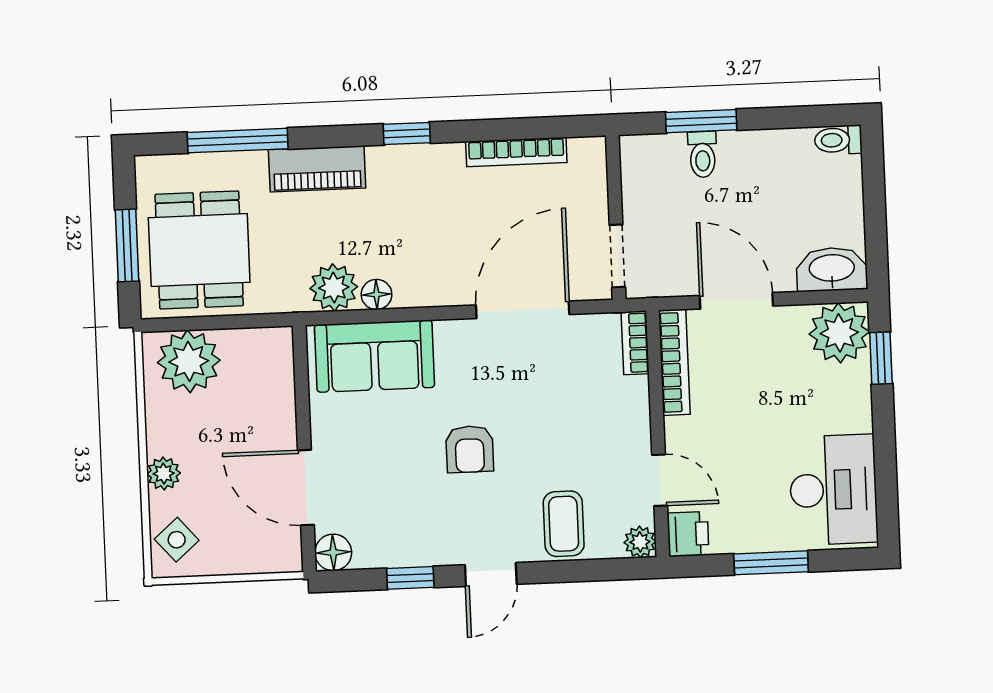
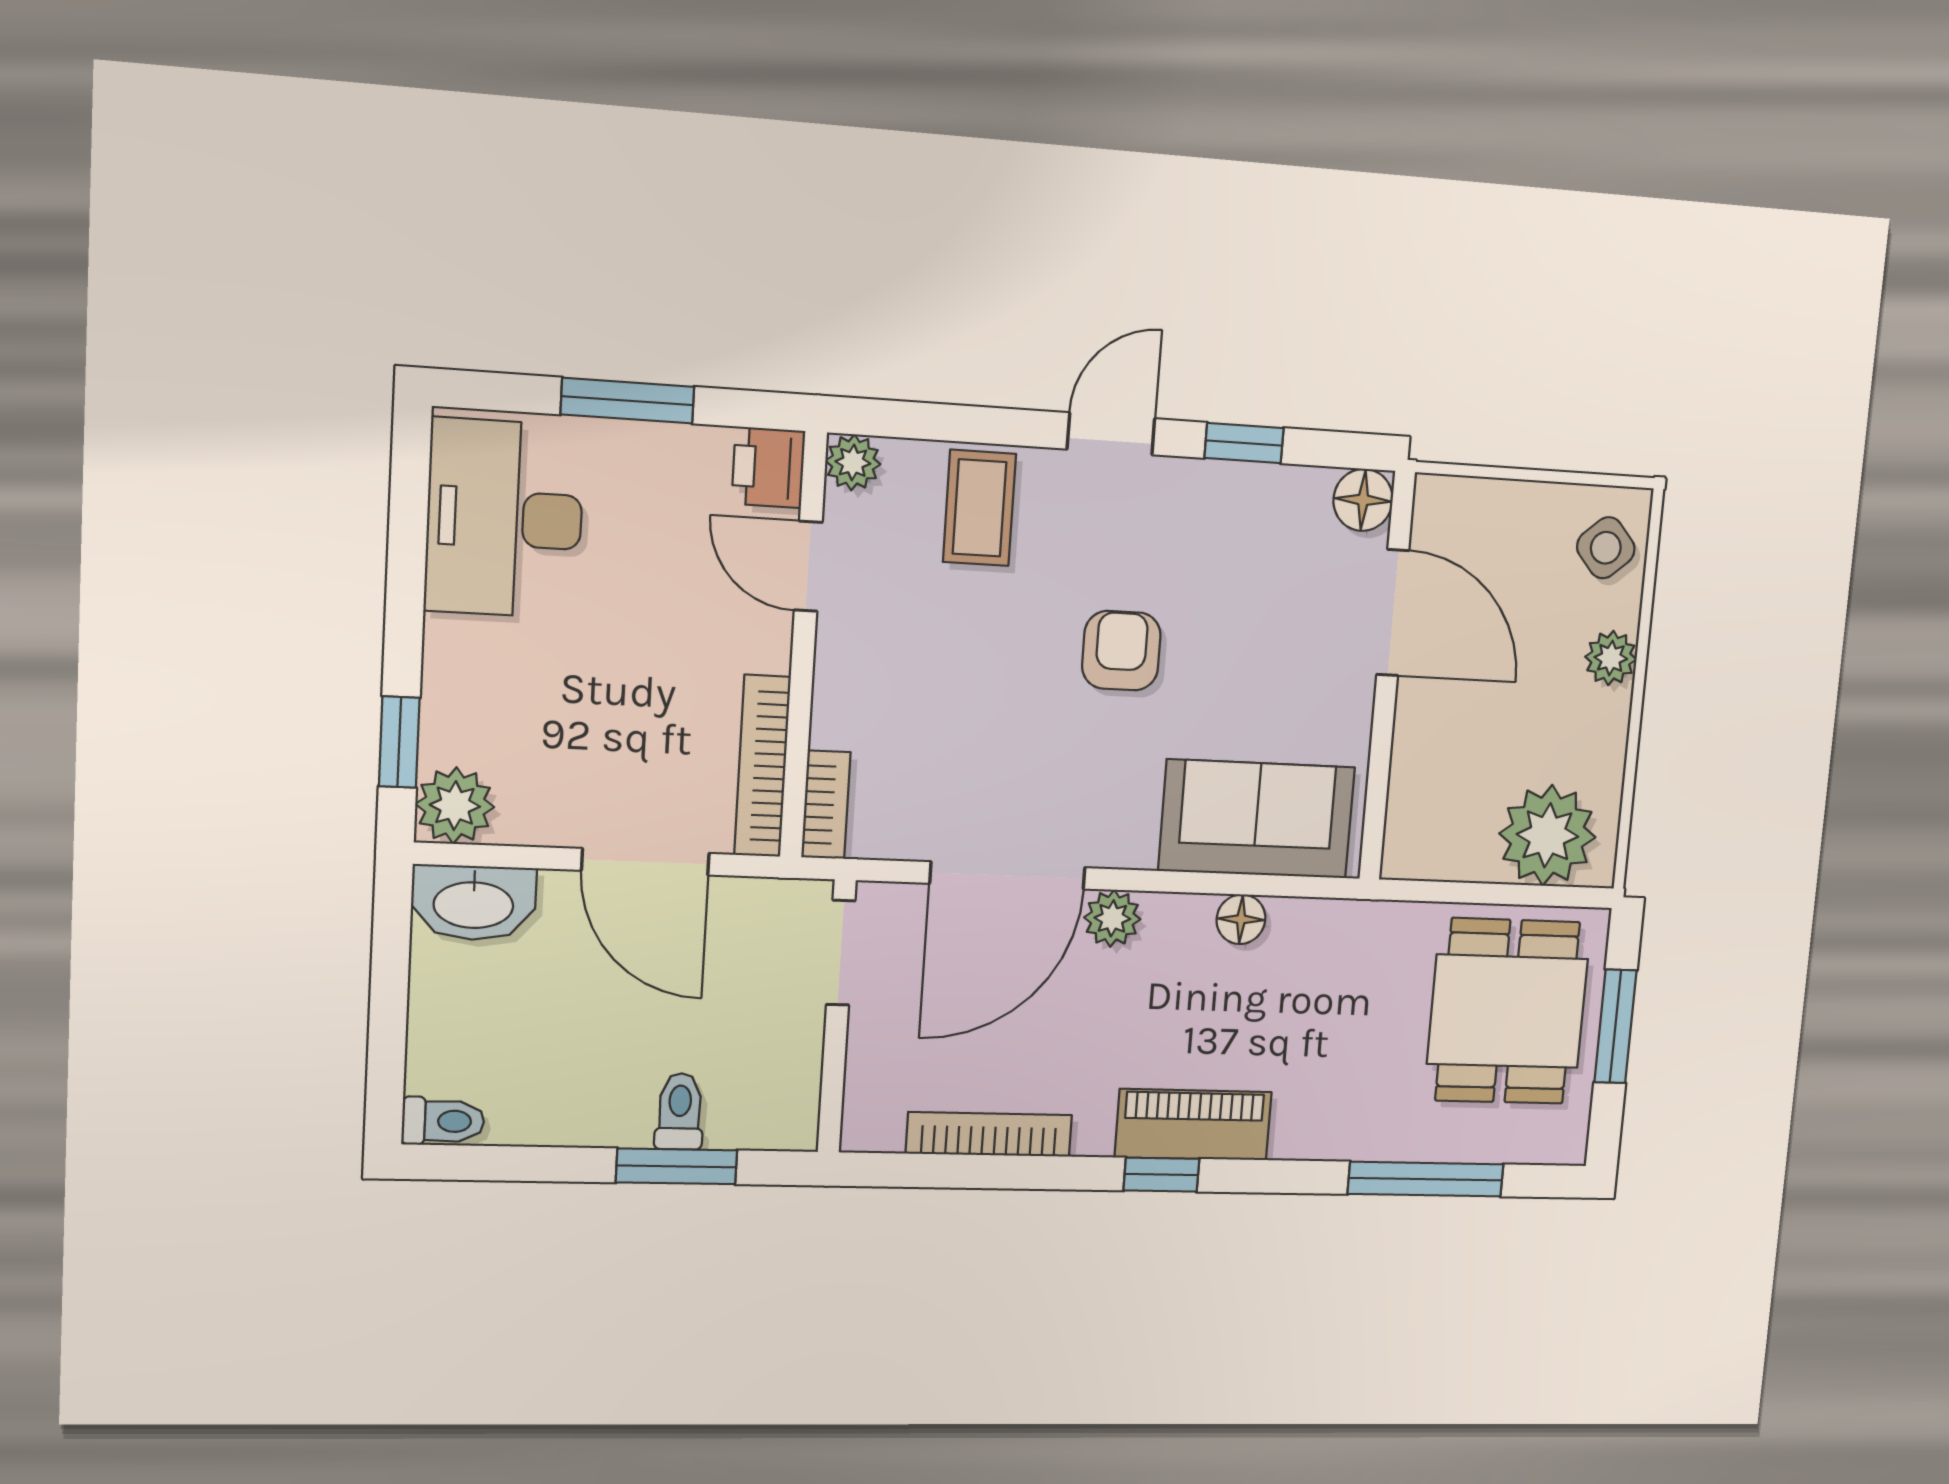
piano: (317, 169) -> (1193, 1125), moved
plant: (334, 288) -> (1112, 918), moved, width x0.73, depth x0.73
plant: (839, 333) -> (455, 806), width x0.73, depth x0.73

